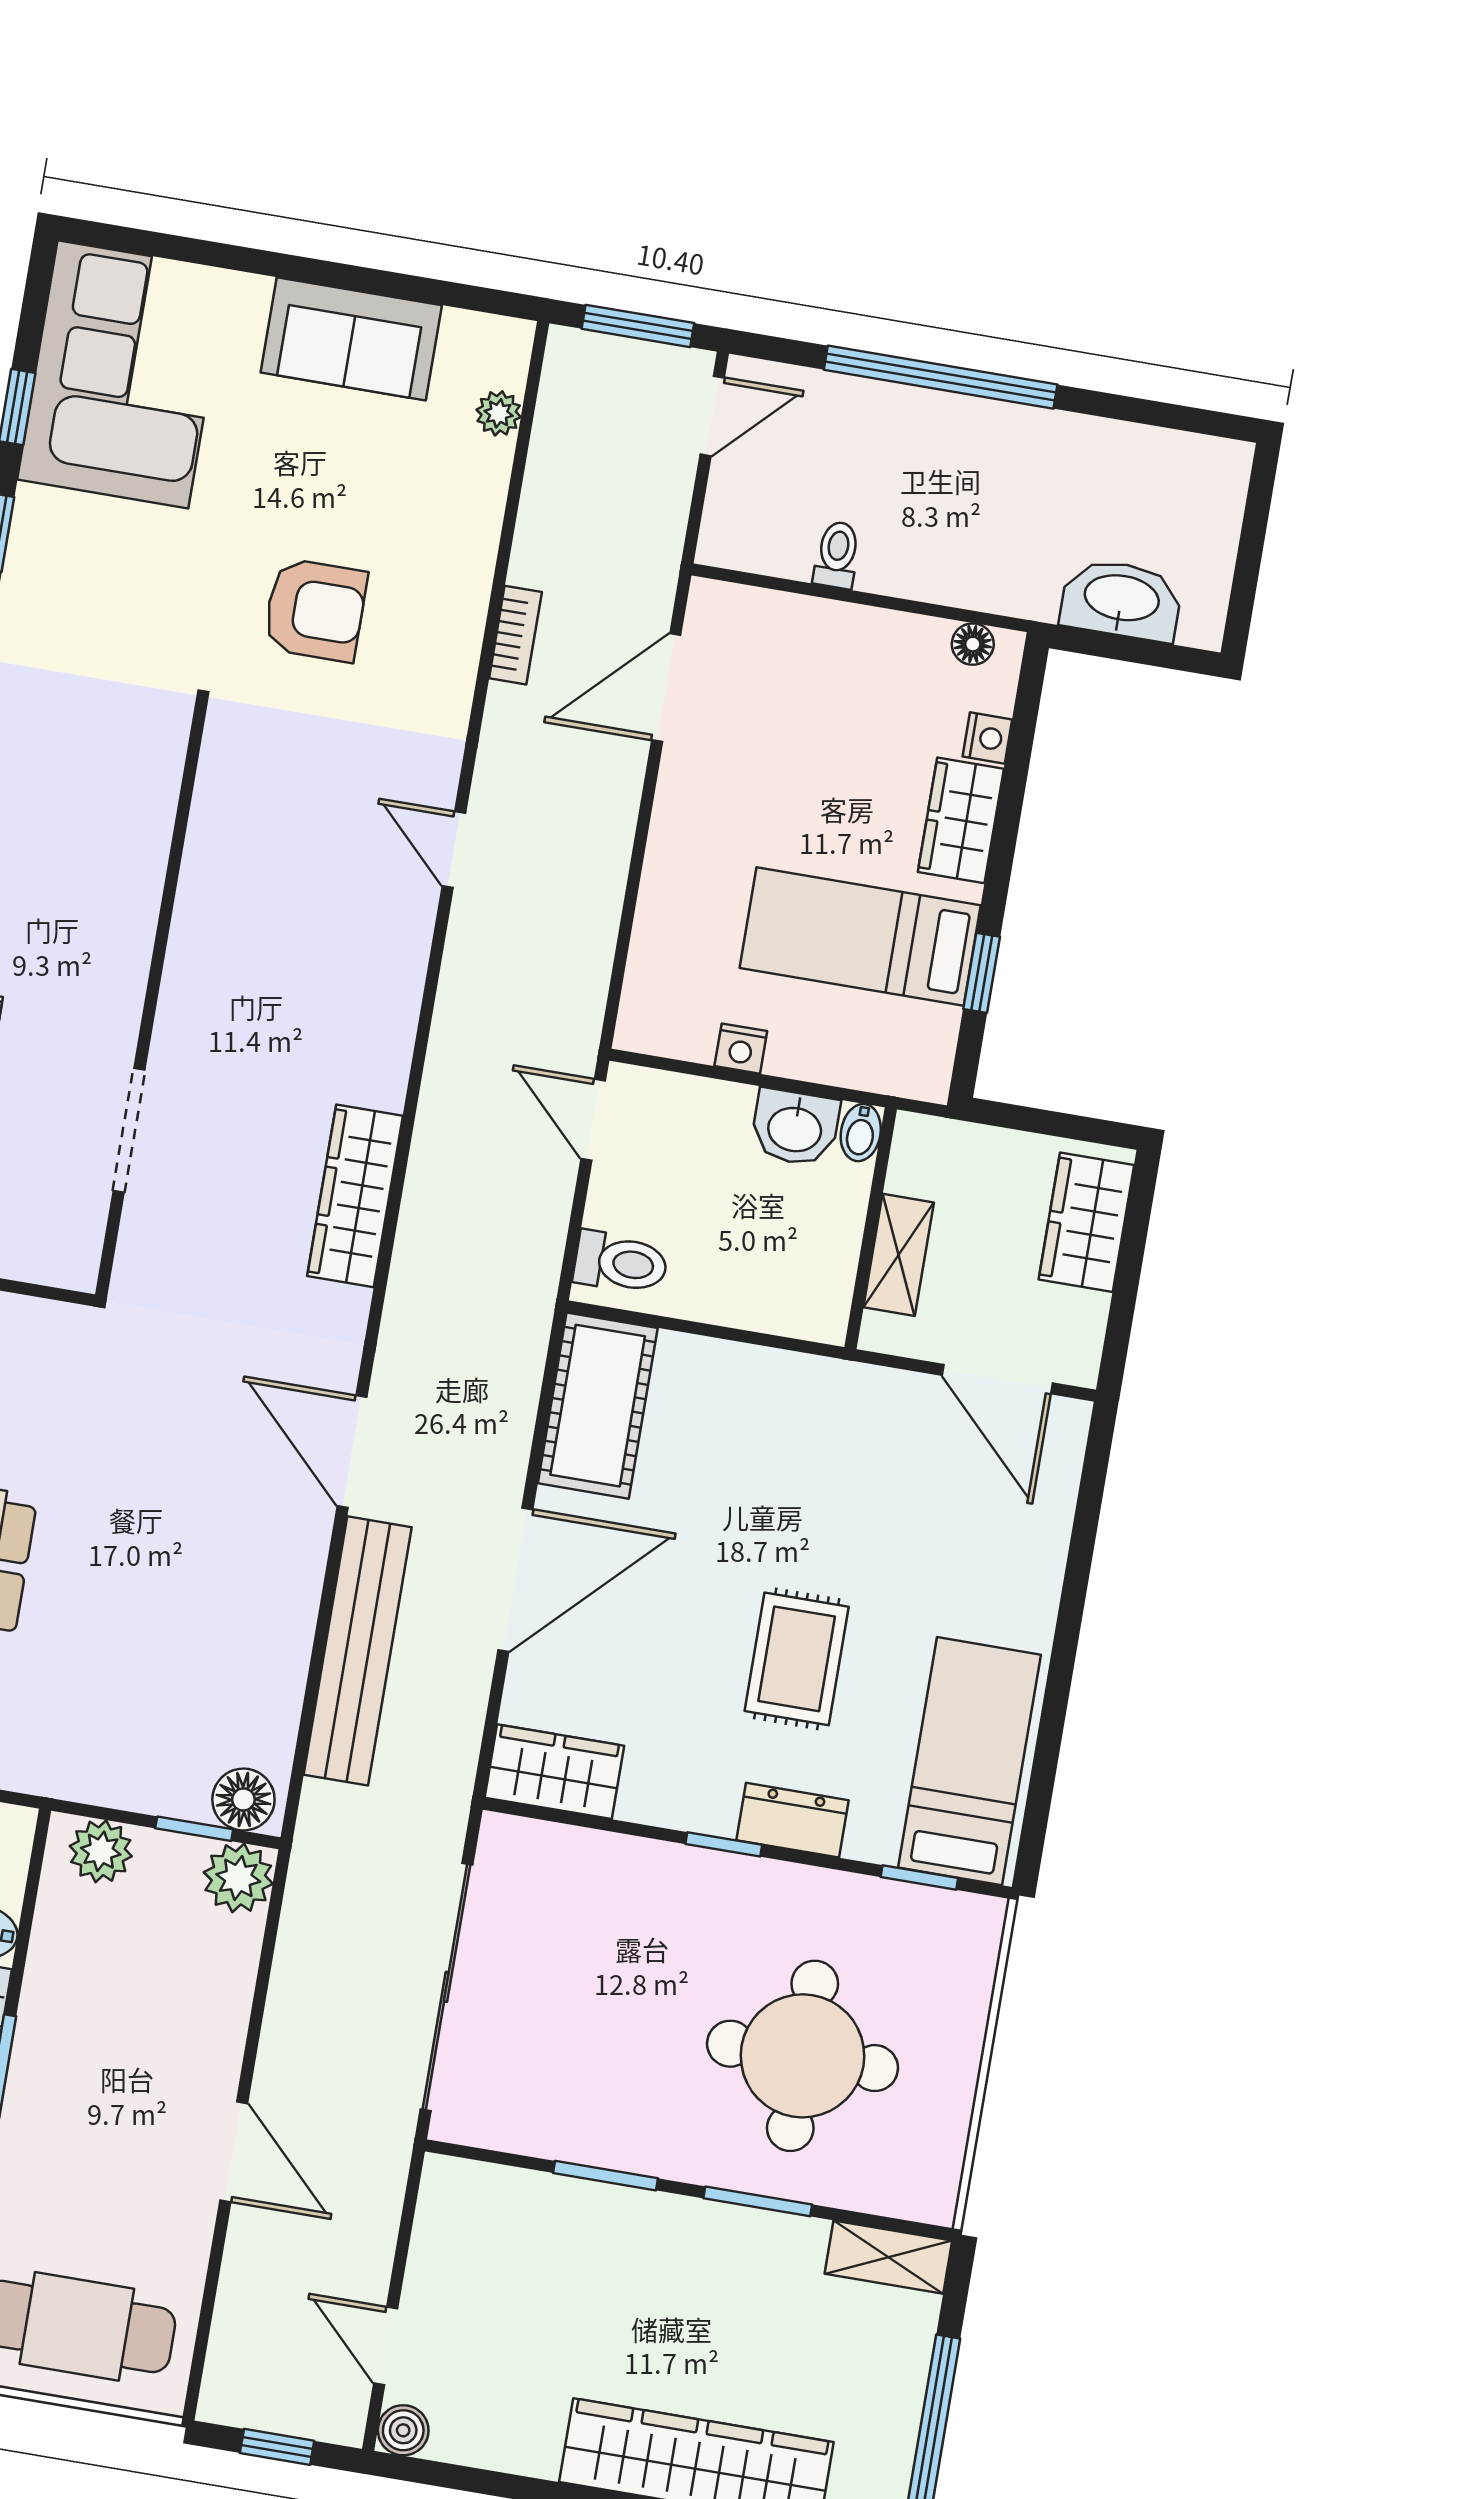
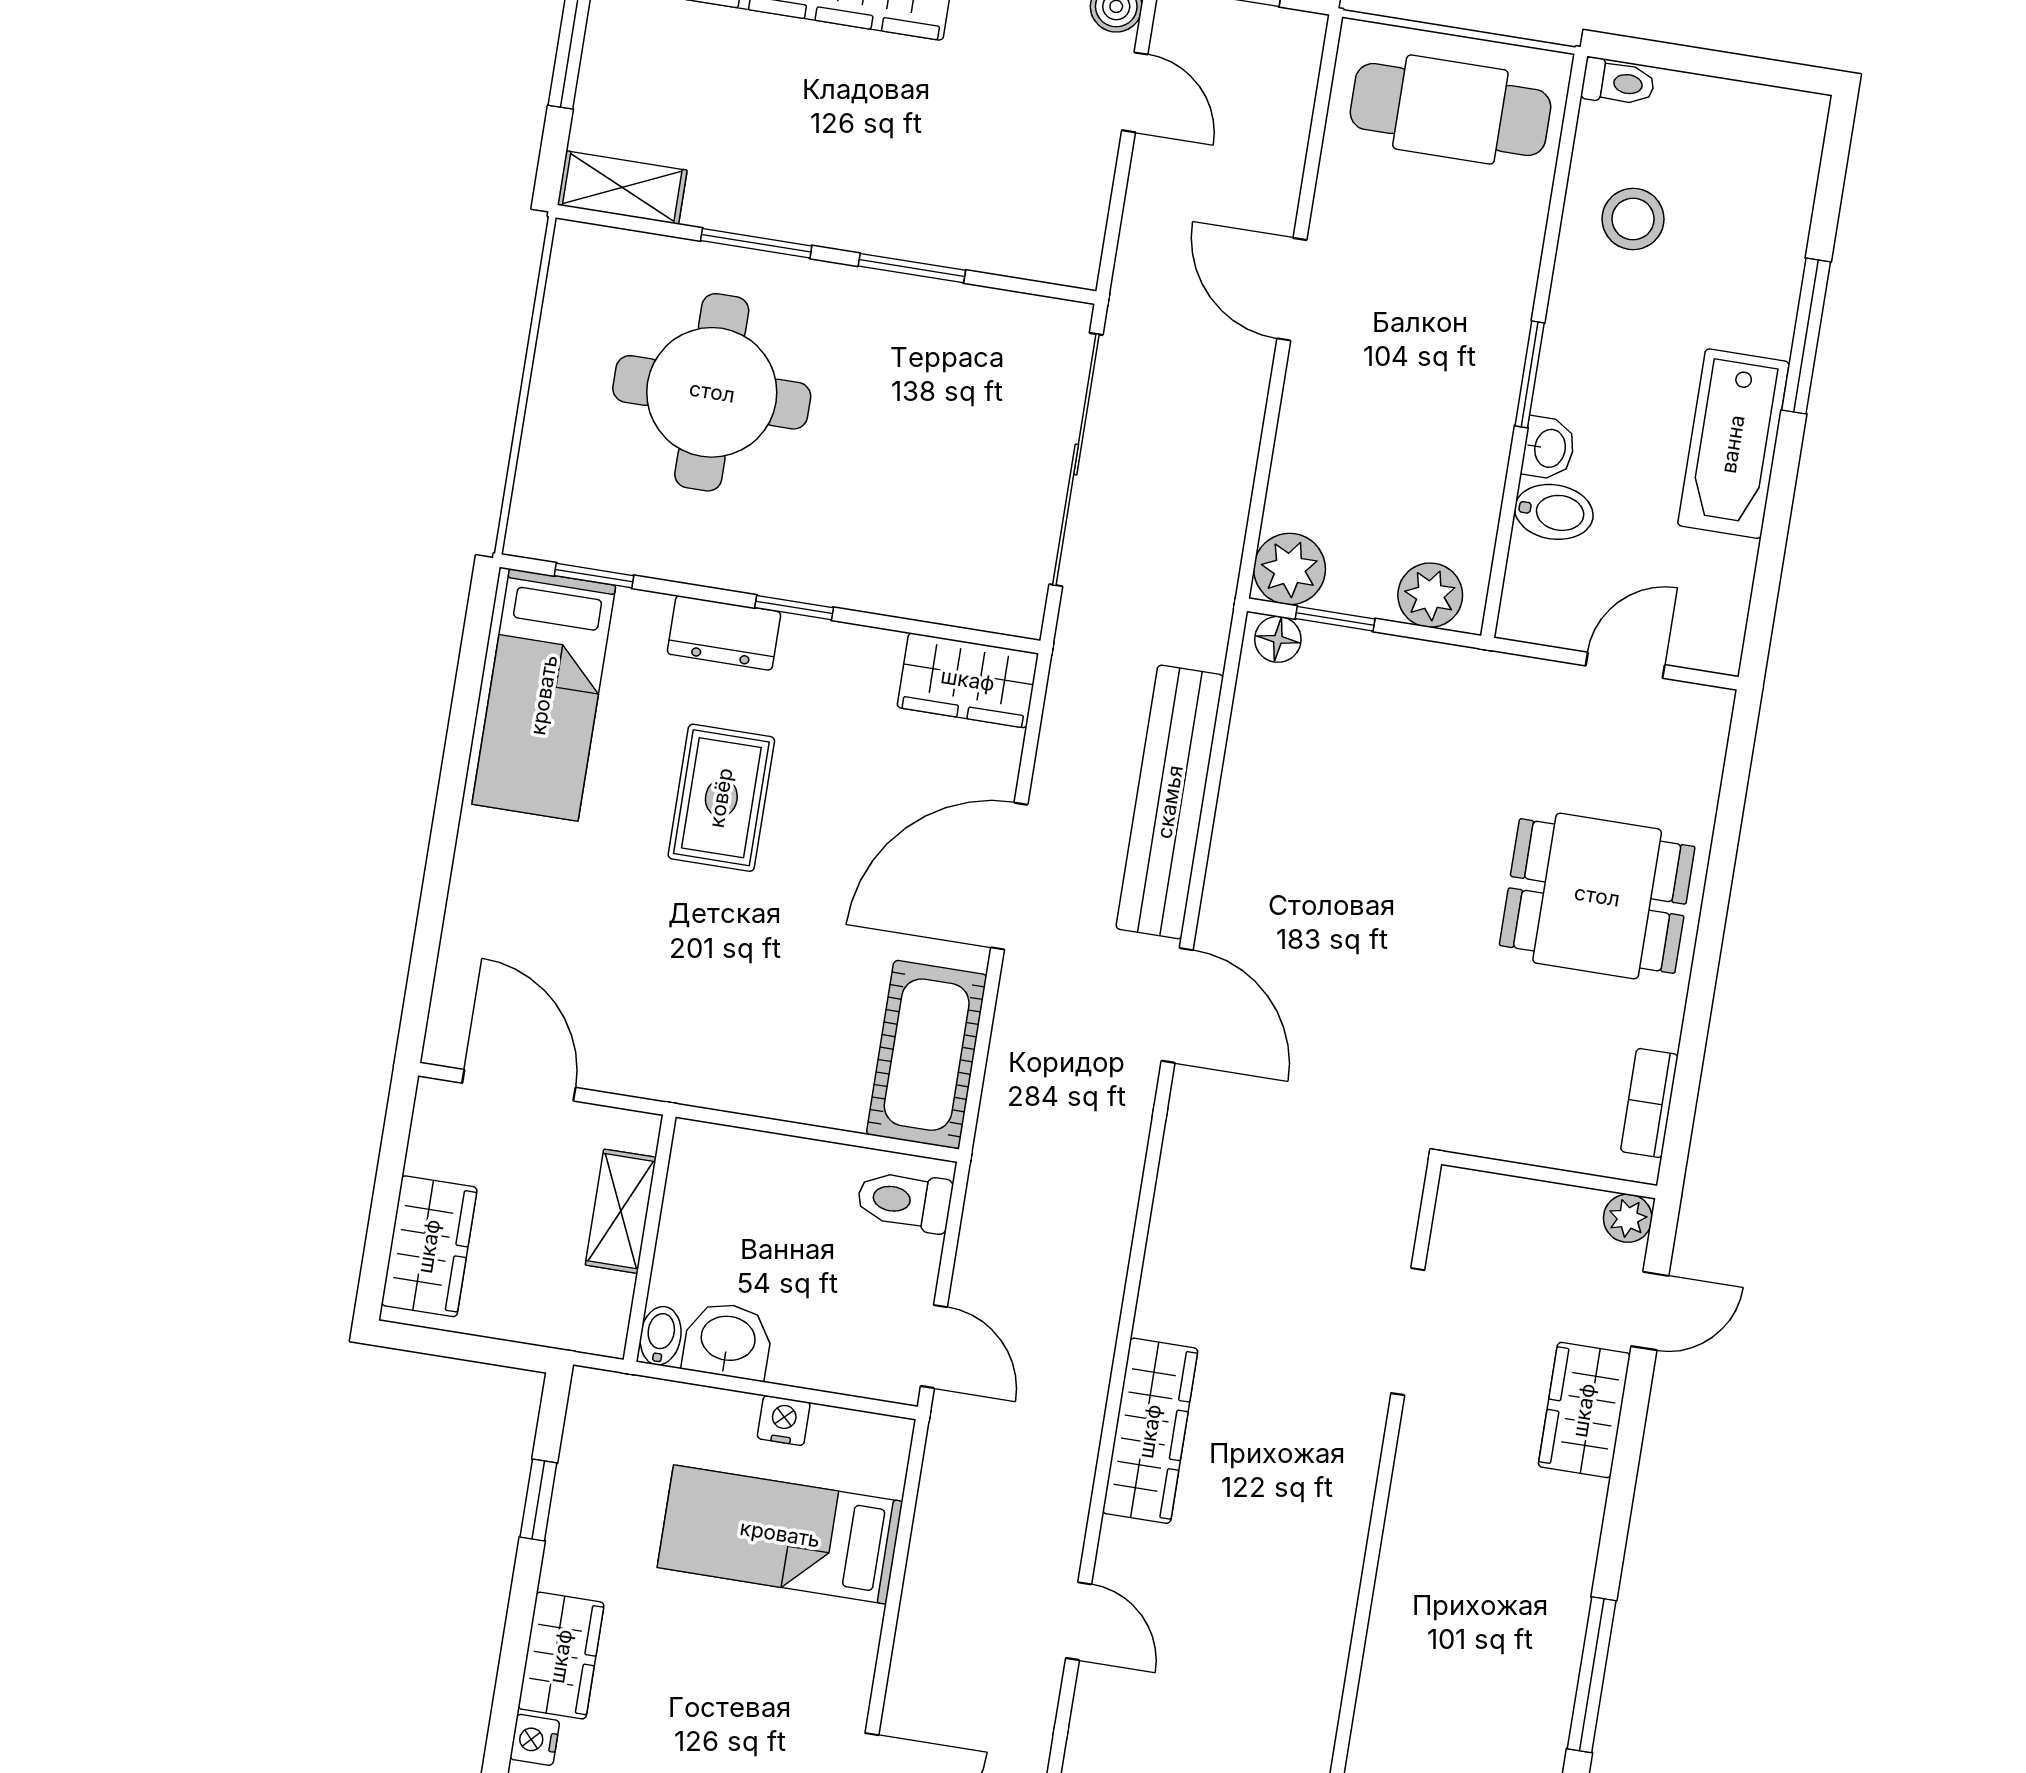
bed: (860, 937) -> (780, 1534), moved, turned 180
wardrobe: (355, 1196) -> (1150, 1431), moved
floor lamp: (243, 1799) -> (1278, 639), width x0.73, depth x0.73

